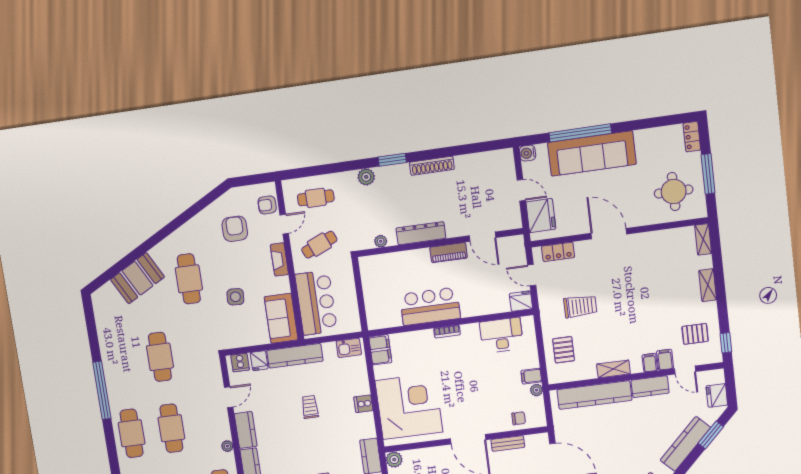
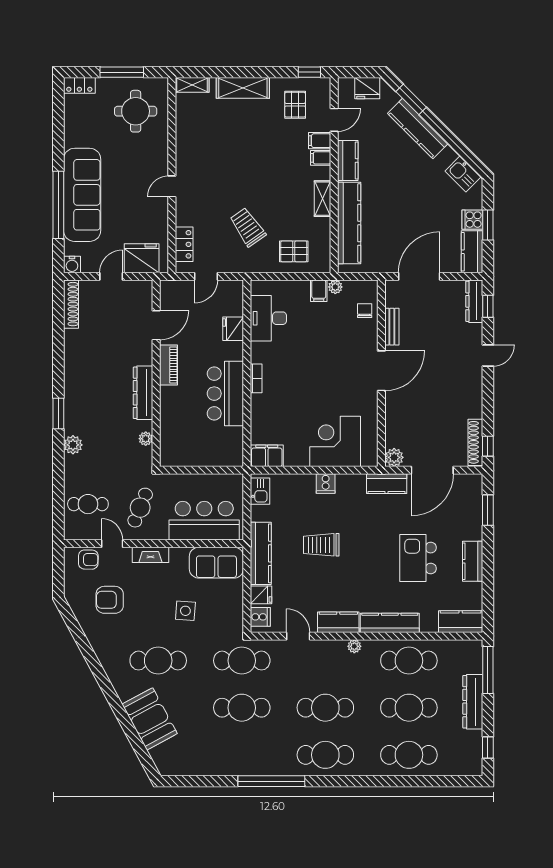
shoe rack: (432, 166) -> (71, 304), moved
cafe table: (316, 198) -> (88, 504), turned 90
armchair: (267, 205) -> (88, 560), turned -89
door: (609, 234) -> (172, 186), width x0.53
cafe table: (319, 245) -> (140, 508), turned 45
shelving: (708, 285) -> (243, 88), width x1.50, depth x1.33
fridge: (521, 301) -> (233, 329), moved
trolley: (580, 306) -> (248, 227), turned -35
cafe table: (200, 351) -> (242, 661), added
corner desk: (409, 406) -> (335, 441), width x0.74, depth x0.74
trolley: (310, 407) -> (321, 545), width x1.36, depth x1.39

